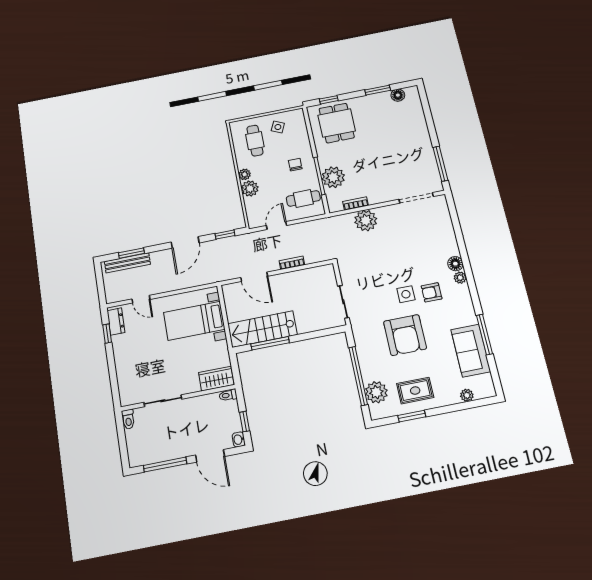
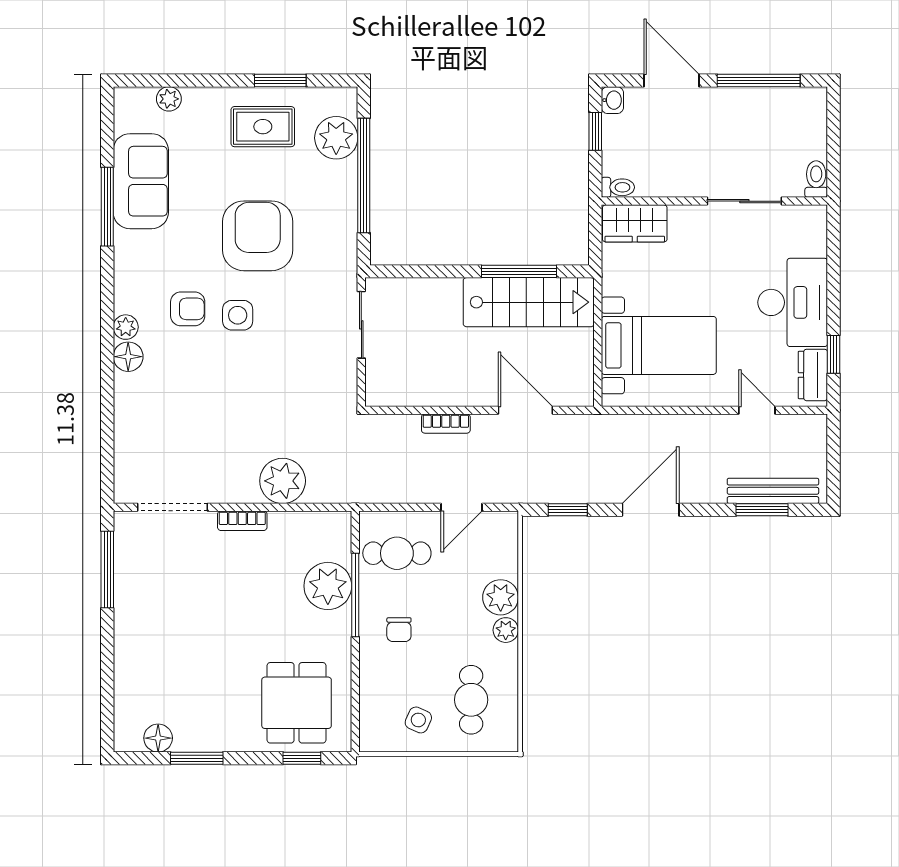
bookcase: (356, 203) -> (242, 521), moved
desk: (131, 355) -> (793, 302), added

